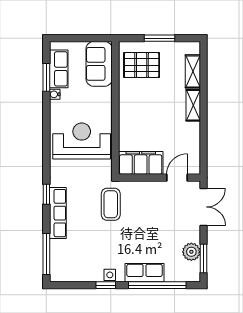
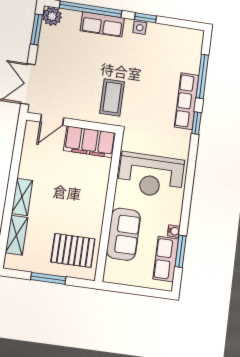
sofa: (99, 64) -> (123, 234), moved
coffee table: (111, 204) -> (112, 97), moved
plant: (191, 252) -> (52, 16), moved
window: (46, 254) -> (202, 76), moved

